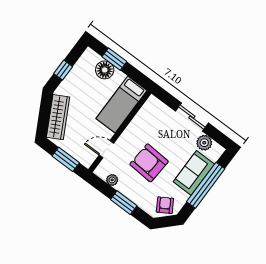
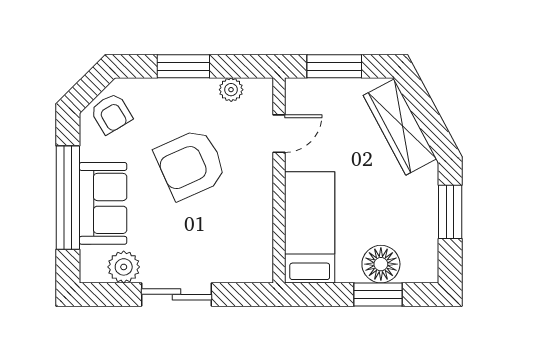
window: (63, 70) -> (450, 212), width x1.50
armchair: (149, 163) -> (191, 164), turned 152

